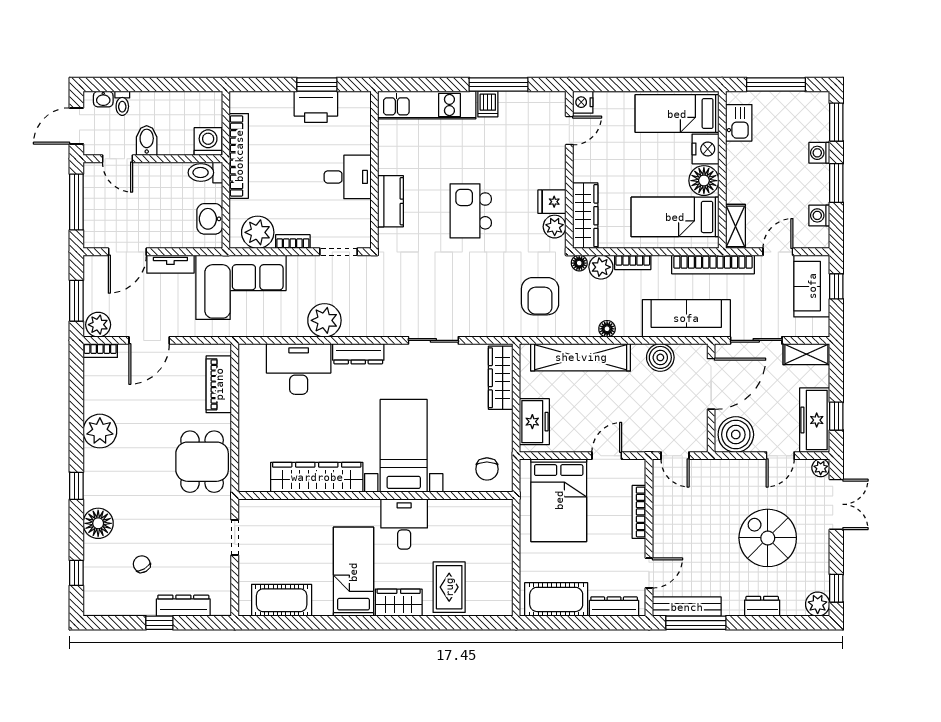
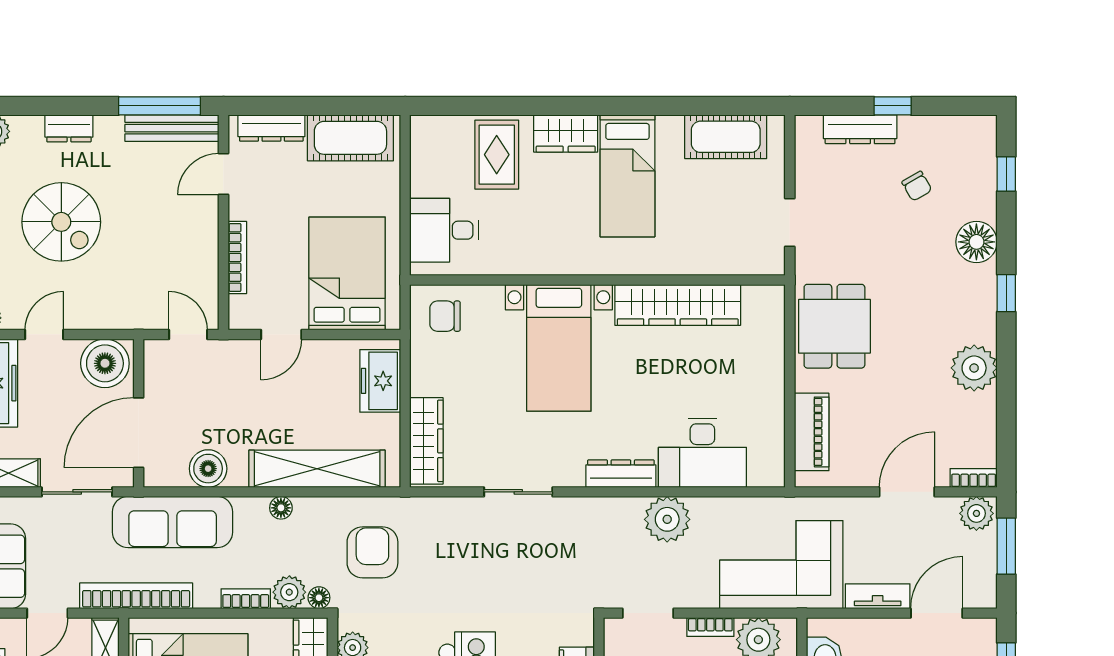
chair: (487, 469) -> (445, 316), turned -90
desk: (404, 524) -> (444, 230), moved, turned 90

